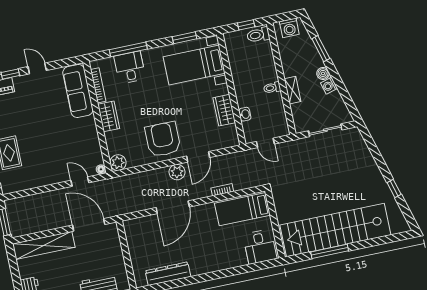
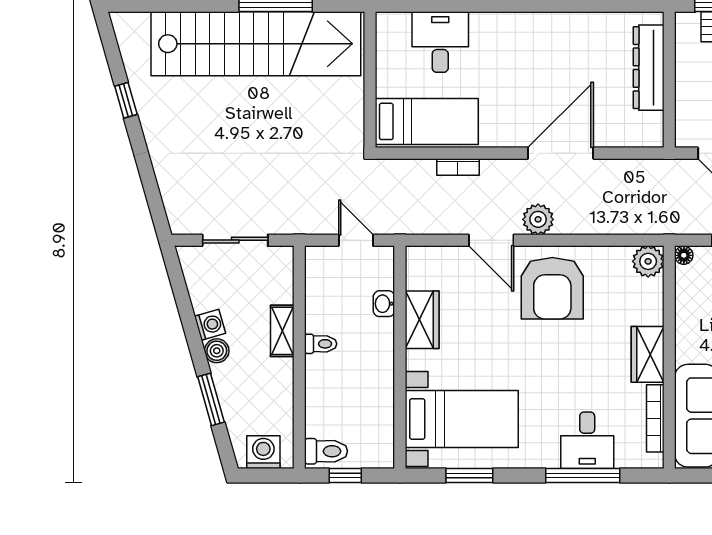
door: (198, 157) -> (491, 240), swing flipped
desk: (260, 247) -> (440, 42), moved
dresser: (168, 274) -> (649, 68), moved, turned 90

